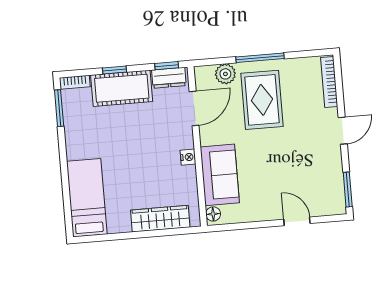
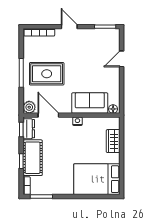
plant: (225, 74) -> (29, 107), moved
bed: (87, 198) -> (97, 179), width x1.50
wardrobe: (160, 219) -> (113, 141), width x0.67

